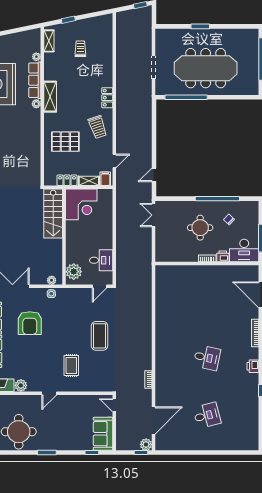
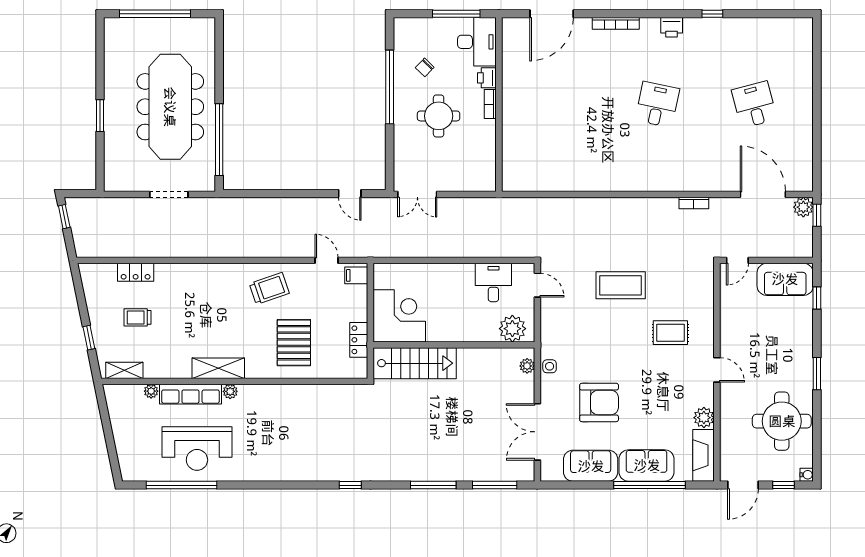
locker: (107, 98) -> (136, 272), moved
shelving: (89, 181) -> (360, 303), removed

